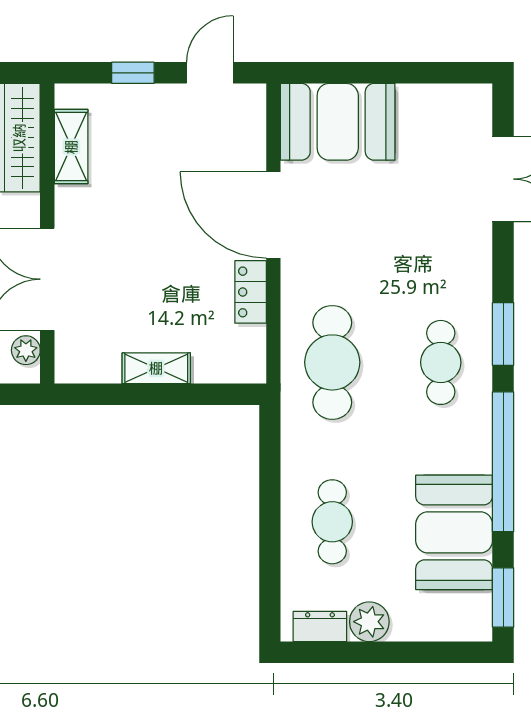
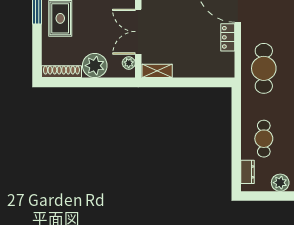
shelving: (156, 368) -> (157, 71), moved
dresser: (320, 627) -> (248, 172), moved, turned 90

